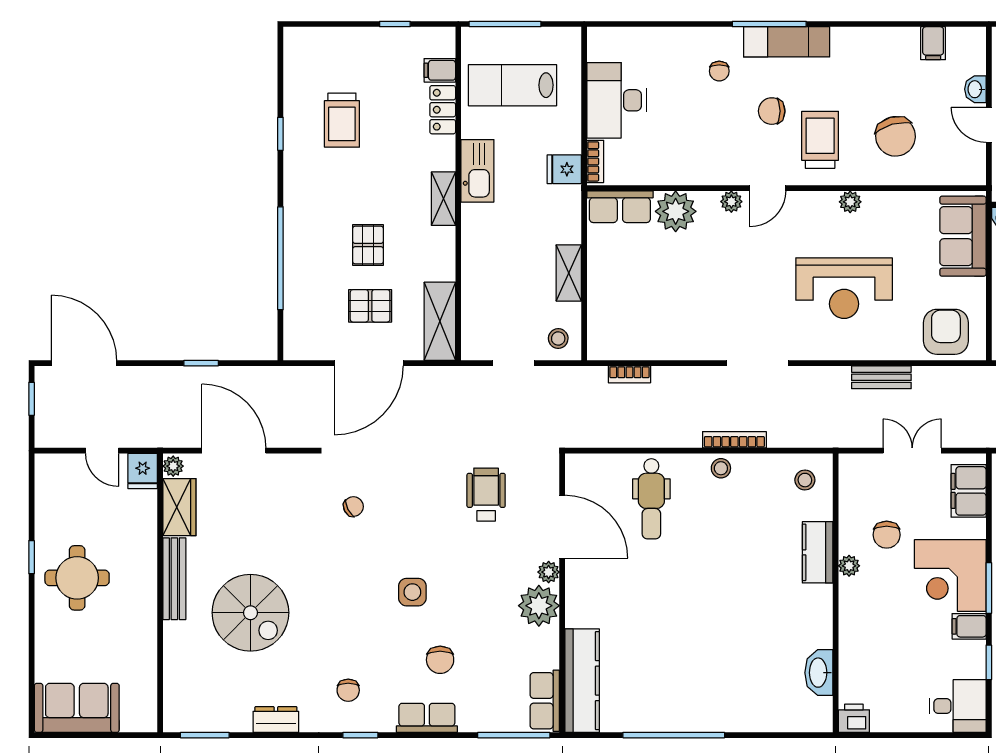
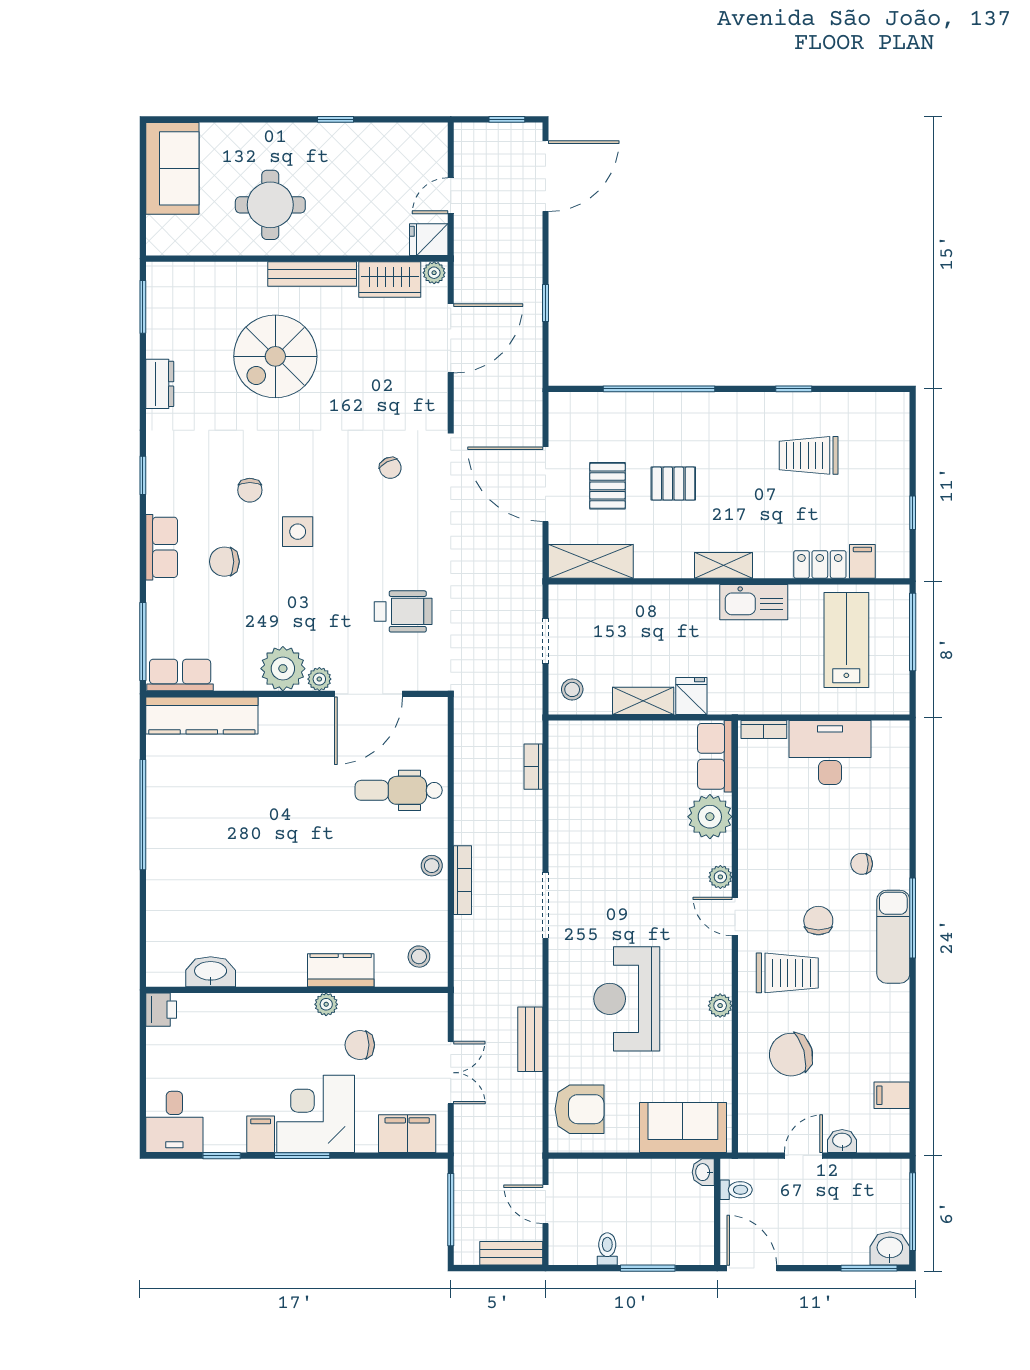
fridge: (564, 169) -> (691, 696), moved
round table: (77, 578) -> (270, 205), moved
chair: (348, 690) -> (250, 490), moved, turned -90

